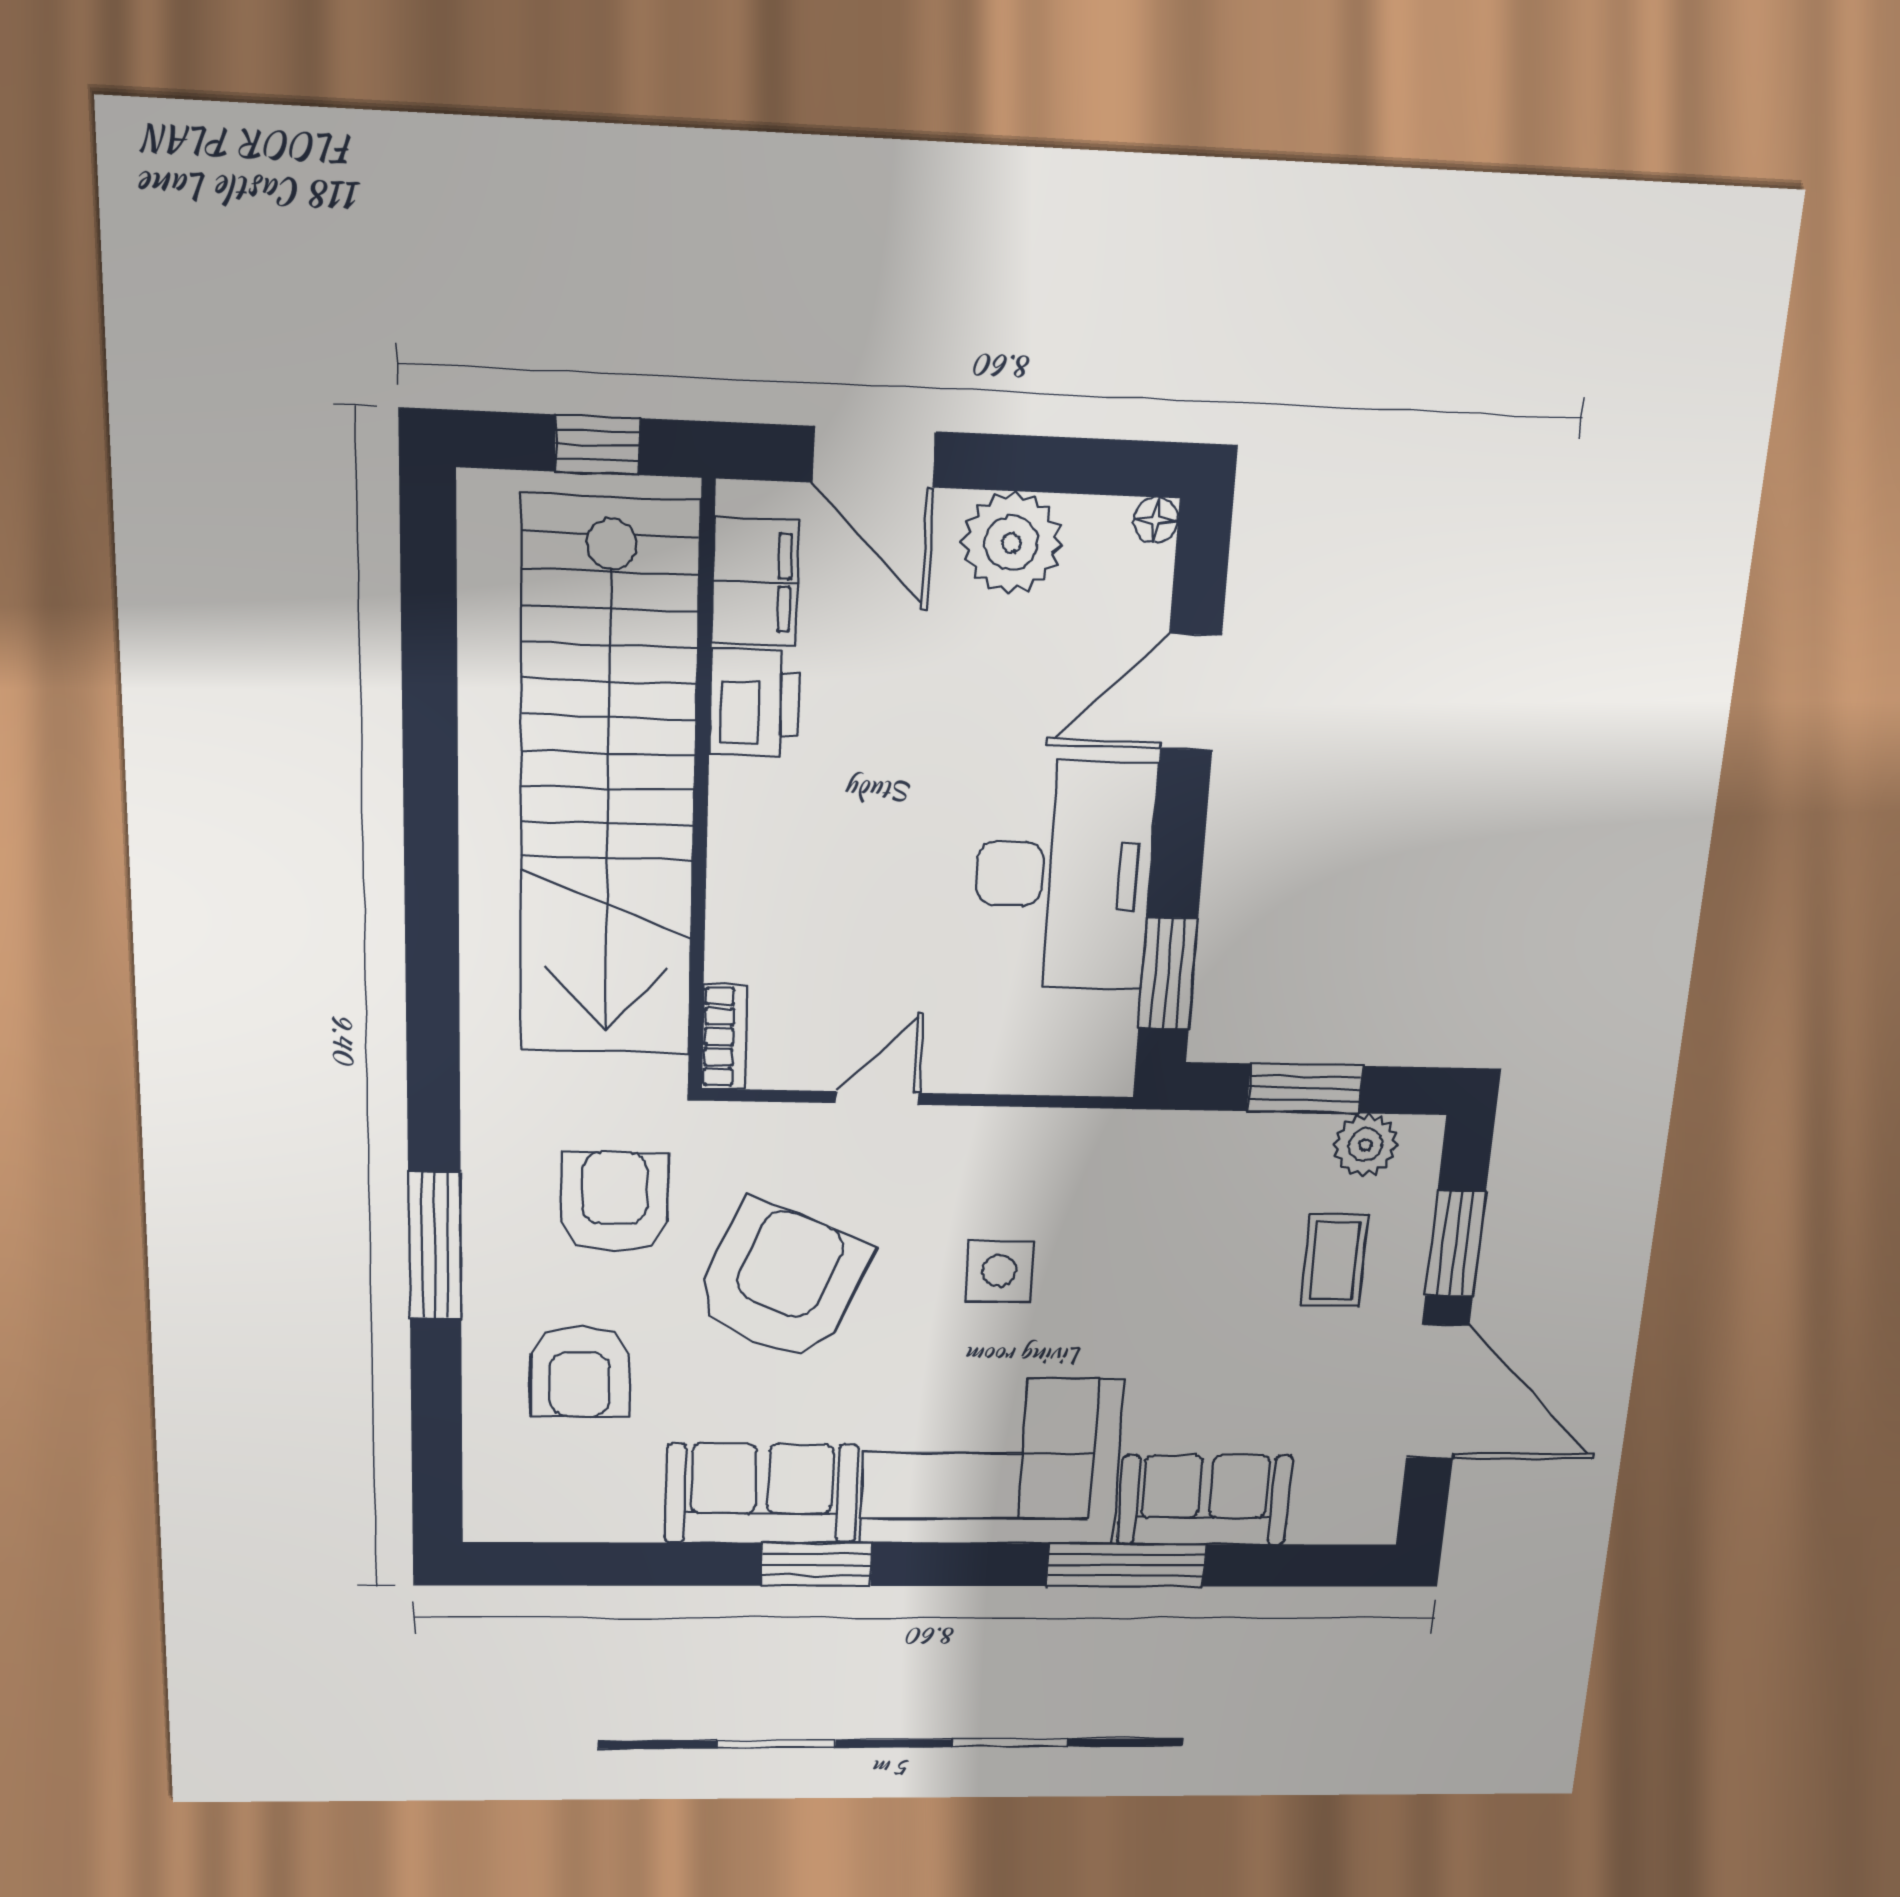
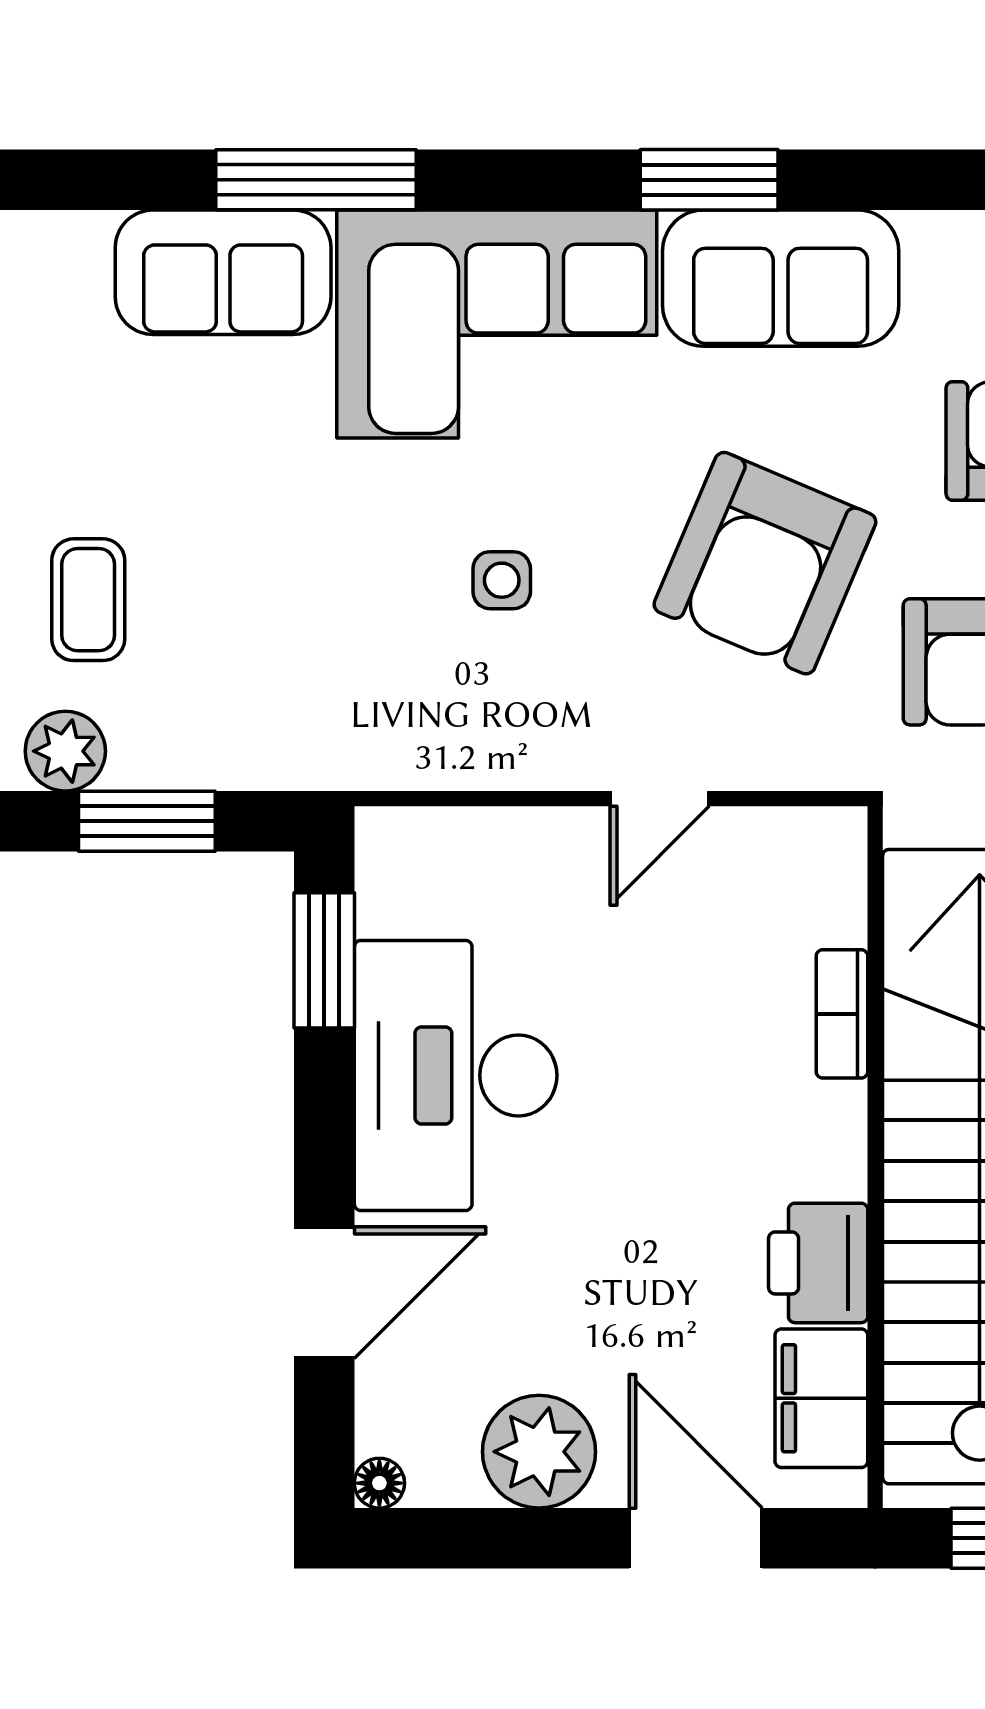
bookcase: (724, 1037) -> (842, 1014), moved
side table: (999, 1271) -> (502, 580), width x0.73, depth x0.73

